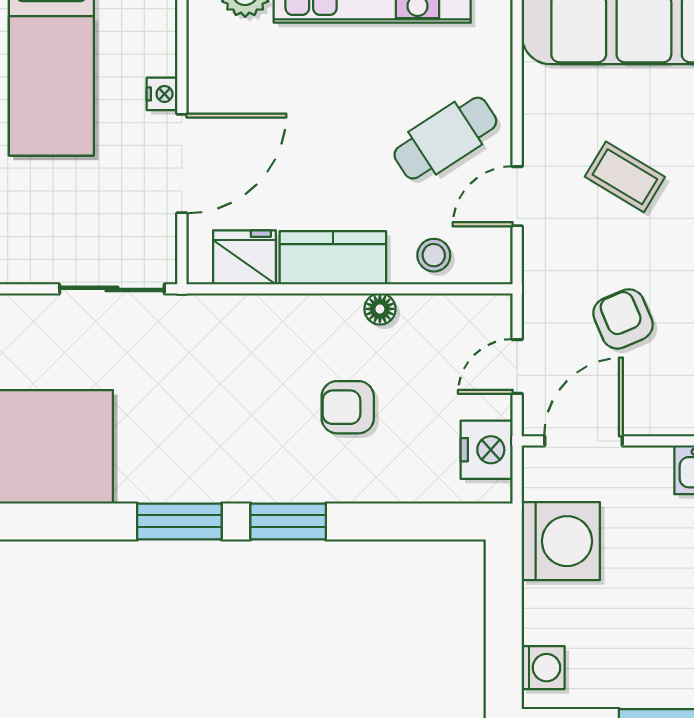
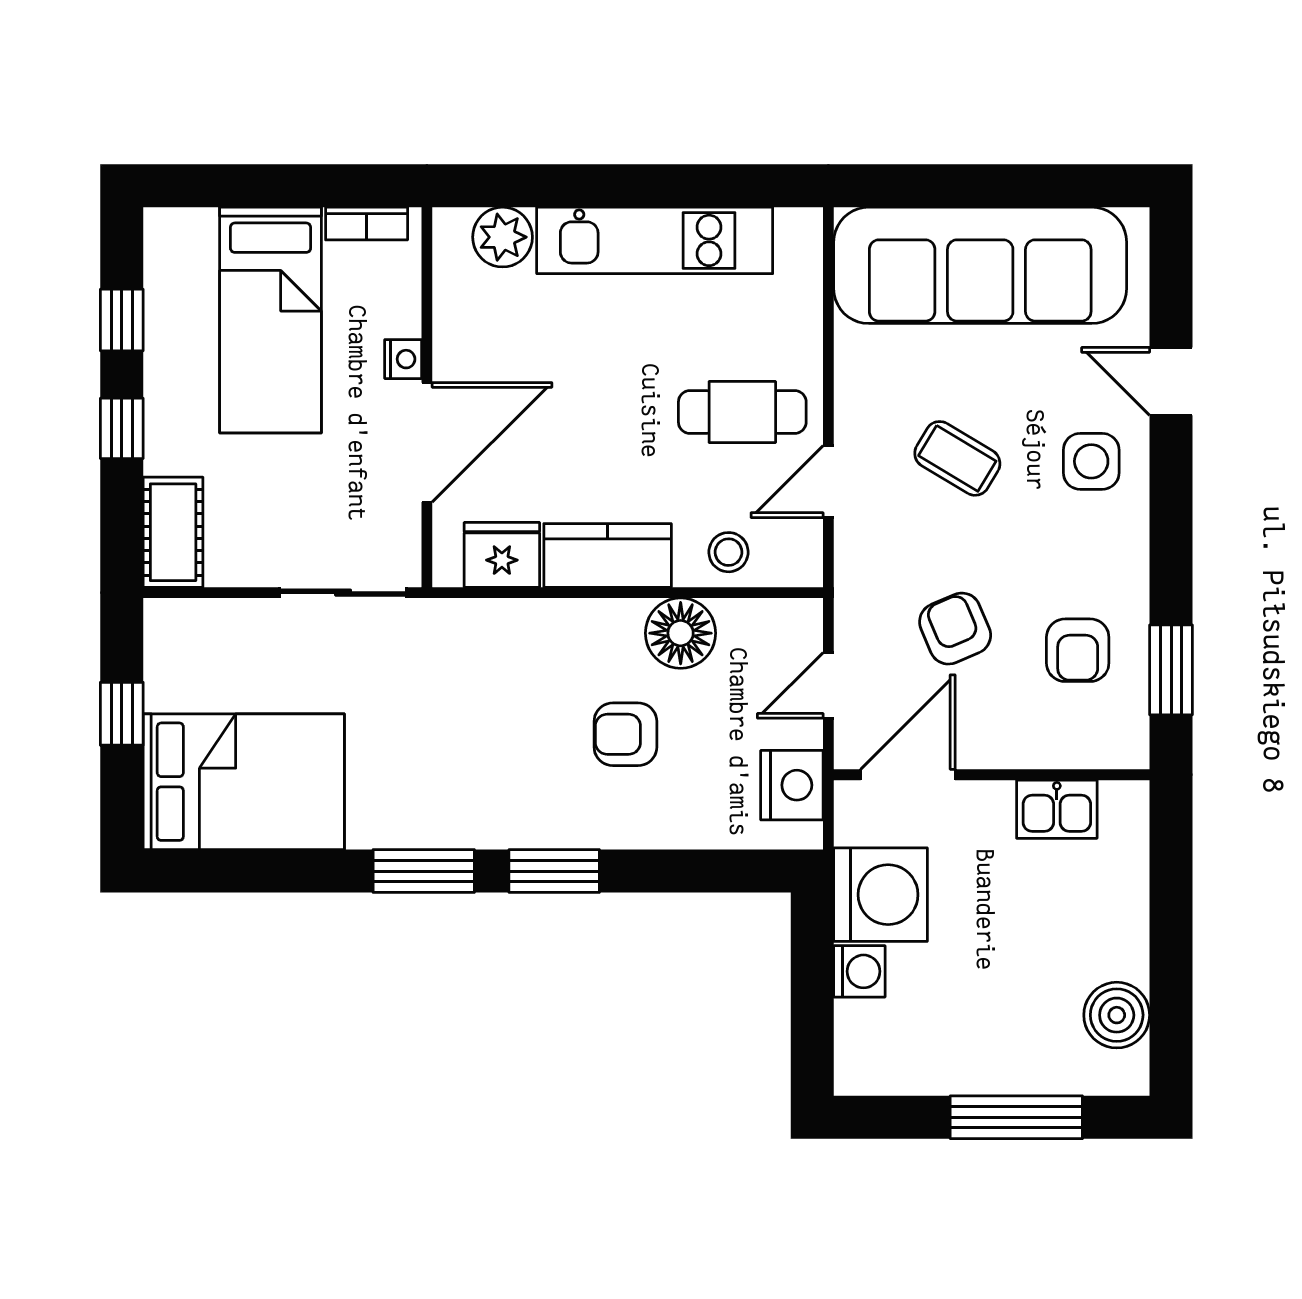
cafe table: (445, 138) -> (742, 412), turned 33
floor lamp: (380, 309) -> (681, 633), width x1.89, depth x1.89
washing machine: (543, 668) -> (859, 971), moved

